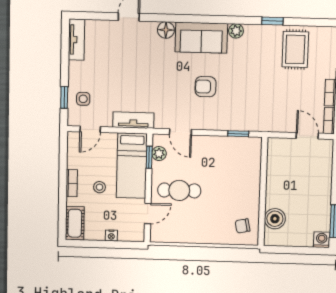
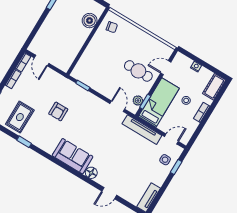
plant: (236, 31) -> (49, 148), removed
armchair: (206, 87) -> (58, 111), moved, turned 90
tv unit: (133, 120) -> (142, 130), width x1.41

